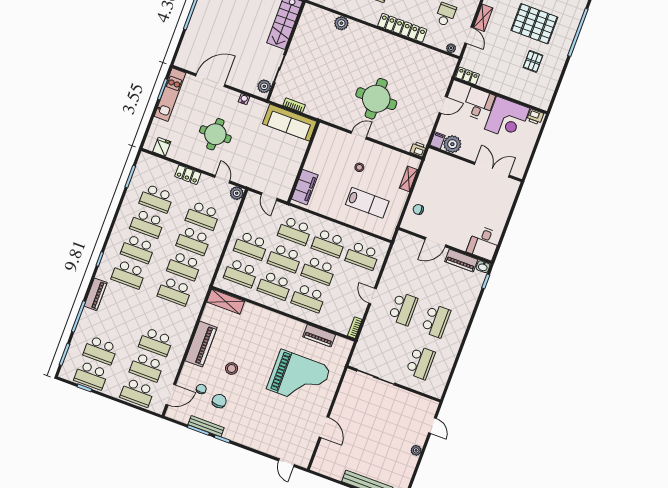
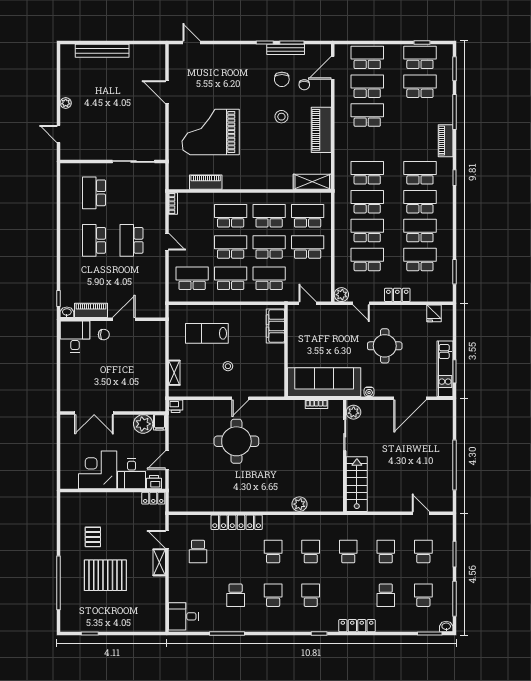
plant: (451, 48) -> (180, 520), removed
printer: (535, 117) -> (154, 482), moved
sofa: (290, 123) -> (324, 382), width x1.36, depth x1.27
chair: (418, 209) -> (104, 335), moved

